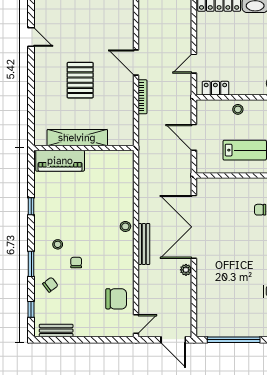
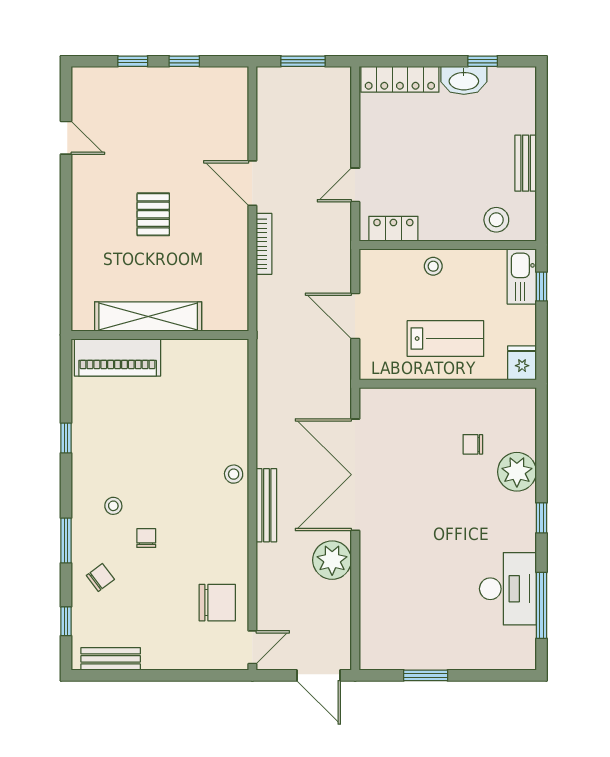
pallet: (80, 80) -> (153, 214), width x0.67, depth x0.71
plant: (186, 270) -> (332, 560), width x1.87, depth x1.87
window: (234, 340) -> (426, 675), width x0.47

